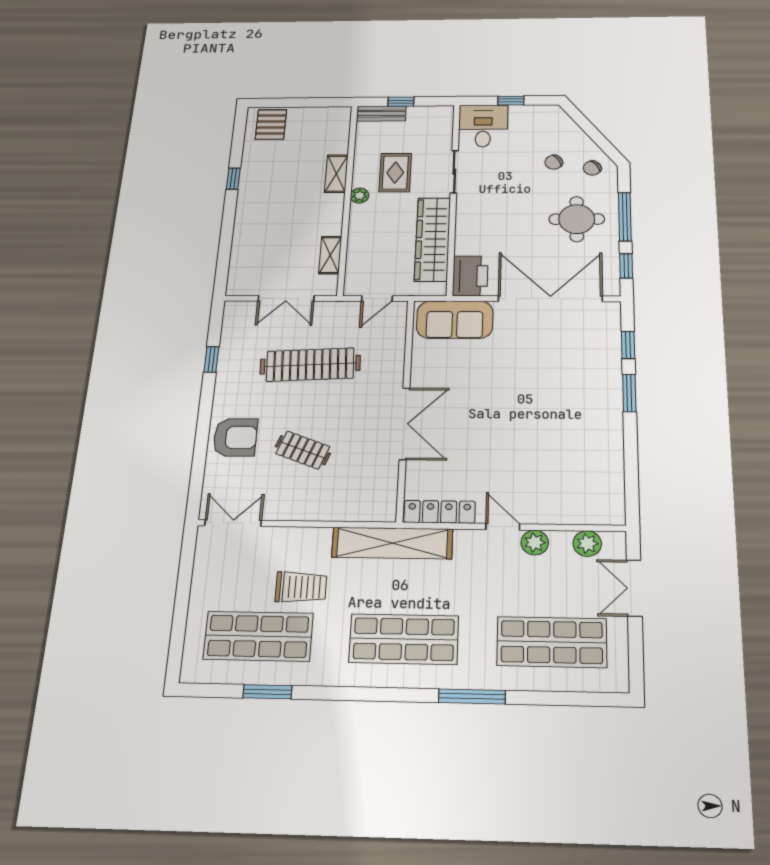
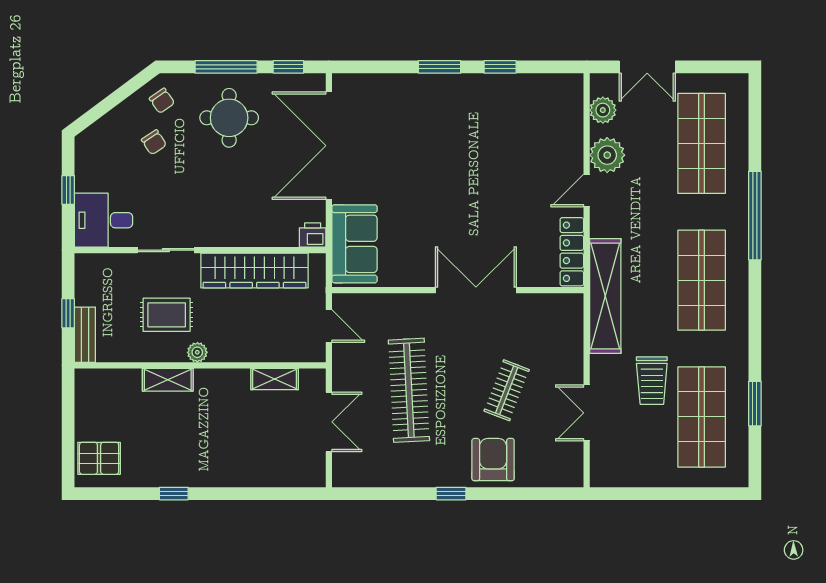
printer: (470, 276) -> (313, 235), width x0.53, depth x0.68
window: (628, 345) -> (500, 67), moved
window: (211, 359) -> (451, 494), moved
double door: (233, 523) -> (587, 413), moved
plant: (535, 542) -> (607, 155), width x1.36, depth x1.36
trolley: (301, 587) -> (652, 381), turned 180
window: (472, 696) -> (755, 216), width x1.46

